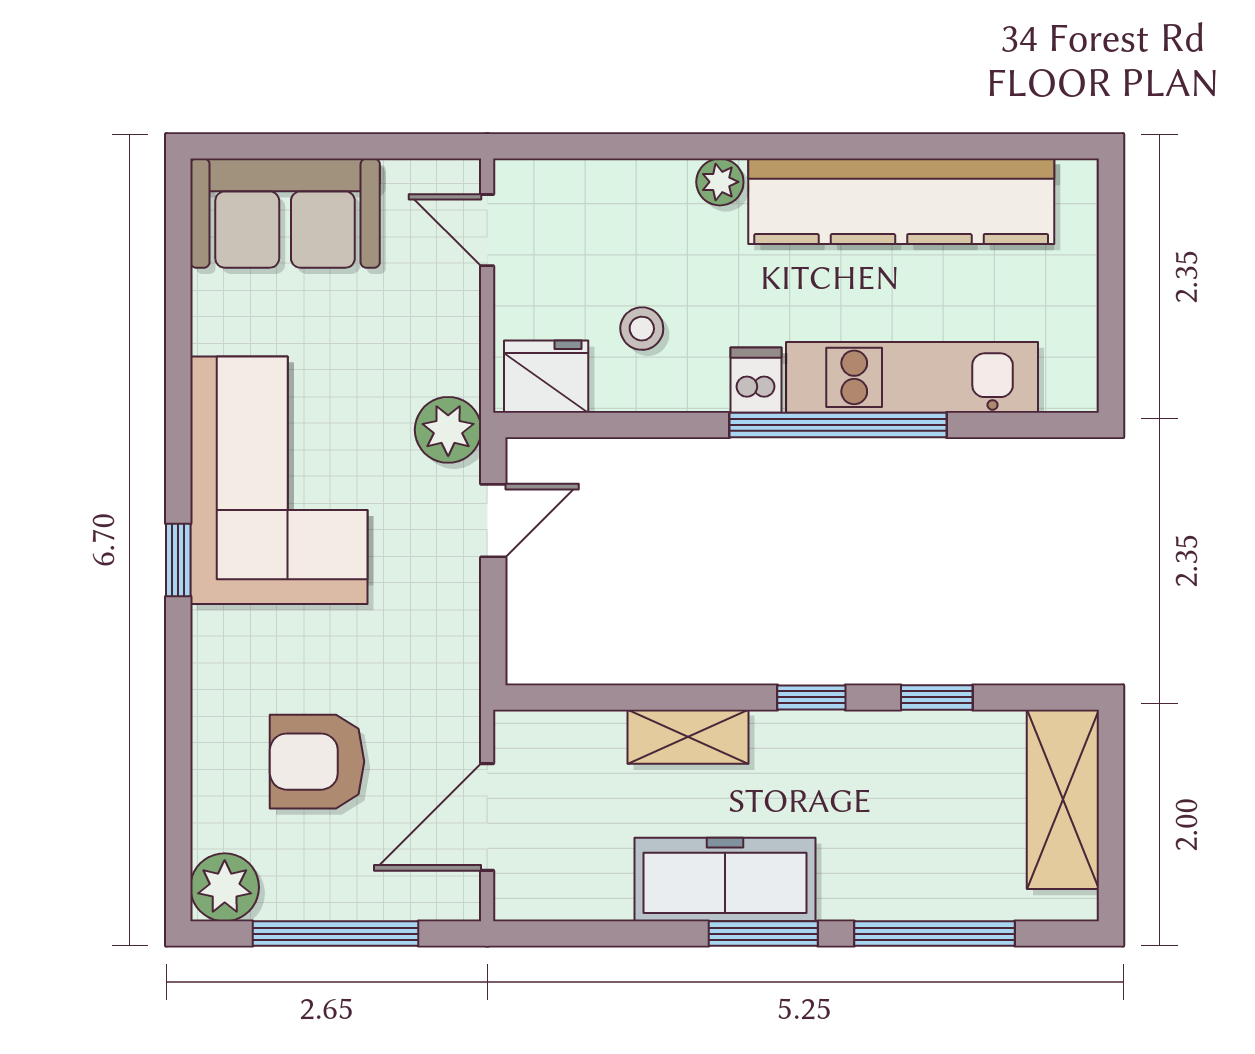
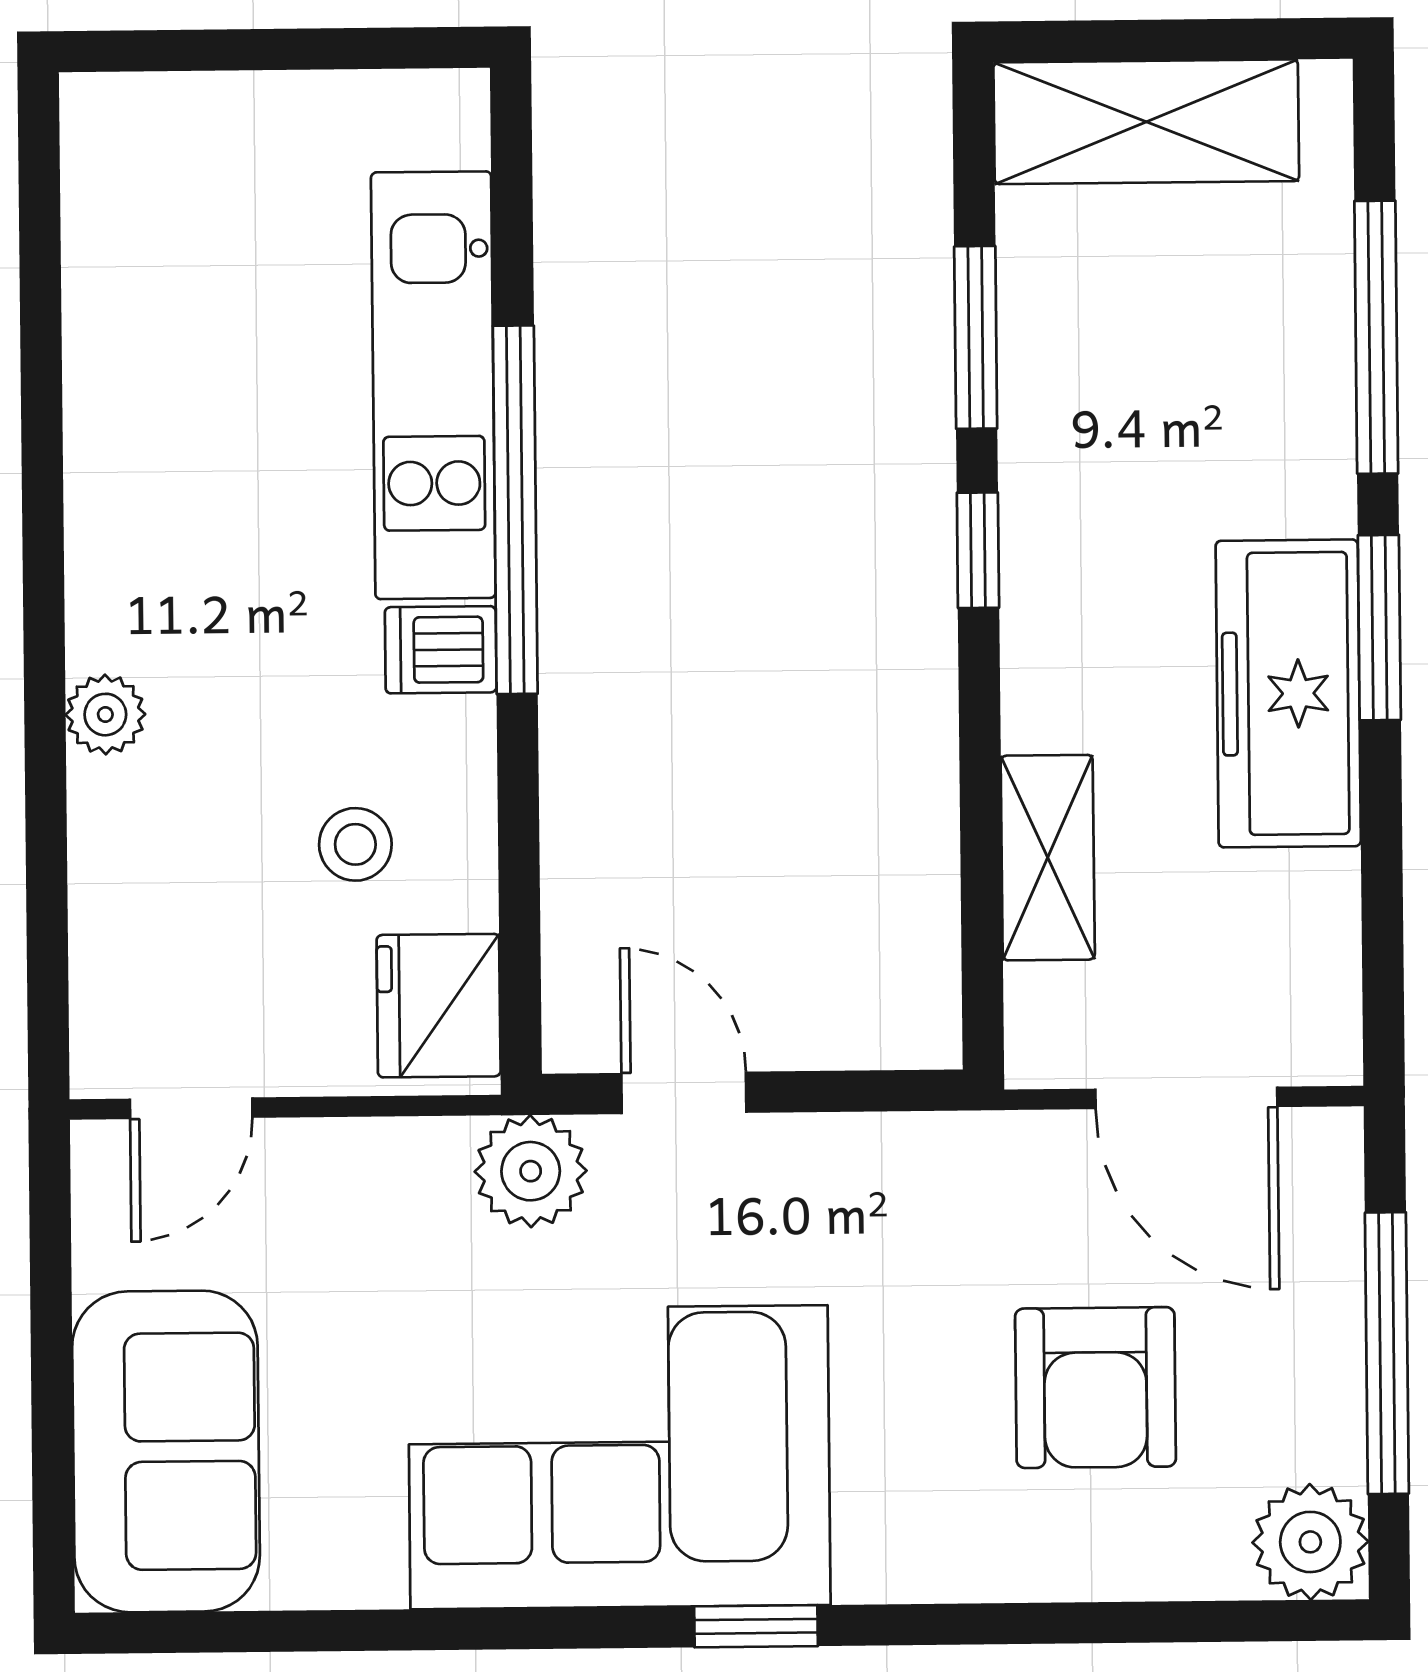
kitchen counter: (901, 201) -> (135, 407), removed
window: (937, 697) -> (976, 337), width x1.50
shelving: (688, 737) -> (1048, 858), moved

